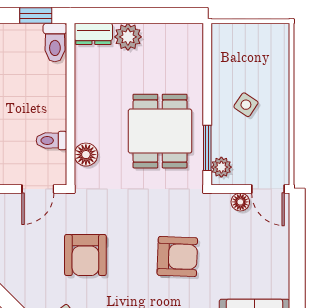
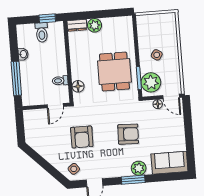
toilet: (55, 43) -> (42, 32), moved
plant: (221, 167) -> (151, 82), width x1.87, depth x1.87

